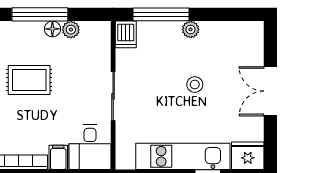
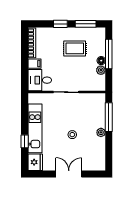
dishwasher: (126, 34) -> (98, 99), removed
rug: (29, 80) -> (75, 48), turned 90

